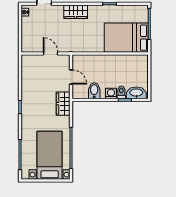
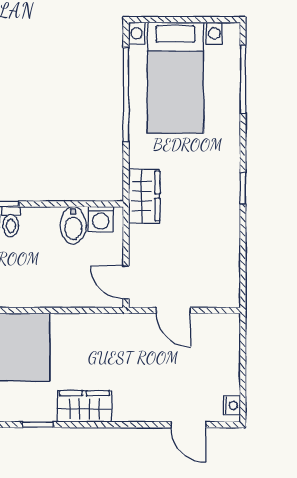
wardrobe: (76, 12) -> (84, 406), moved
door: (71, 77) -> (126, 282), moved
washing machine: (111, 94) -> (101, 219), moved

